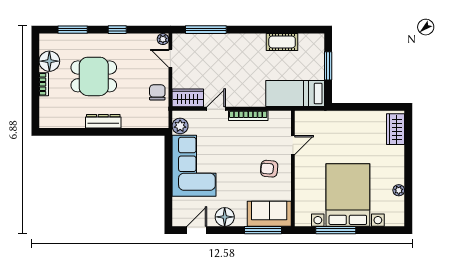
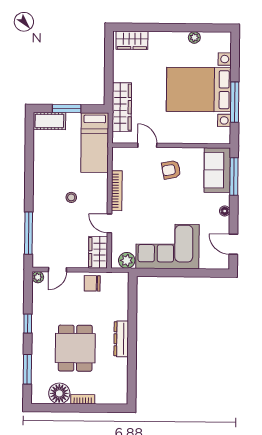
cot: (282, 42) -> (49, 121), moved, turned 90
stool: (241, 71) -> (71, 197), added
wardrobe: (330, 120) -> (122, 107), added
armchair: (269, 169) -> (171, 170), turned 74
floor lamp: (225, 217) -> (225, 211), width x0.53, depth x0.53

